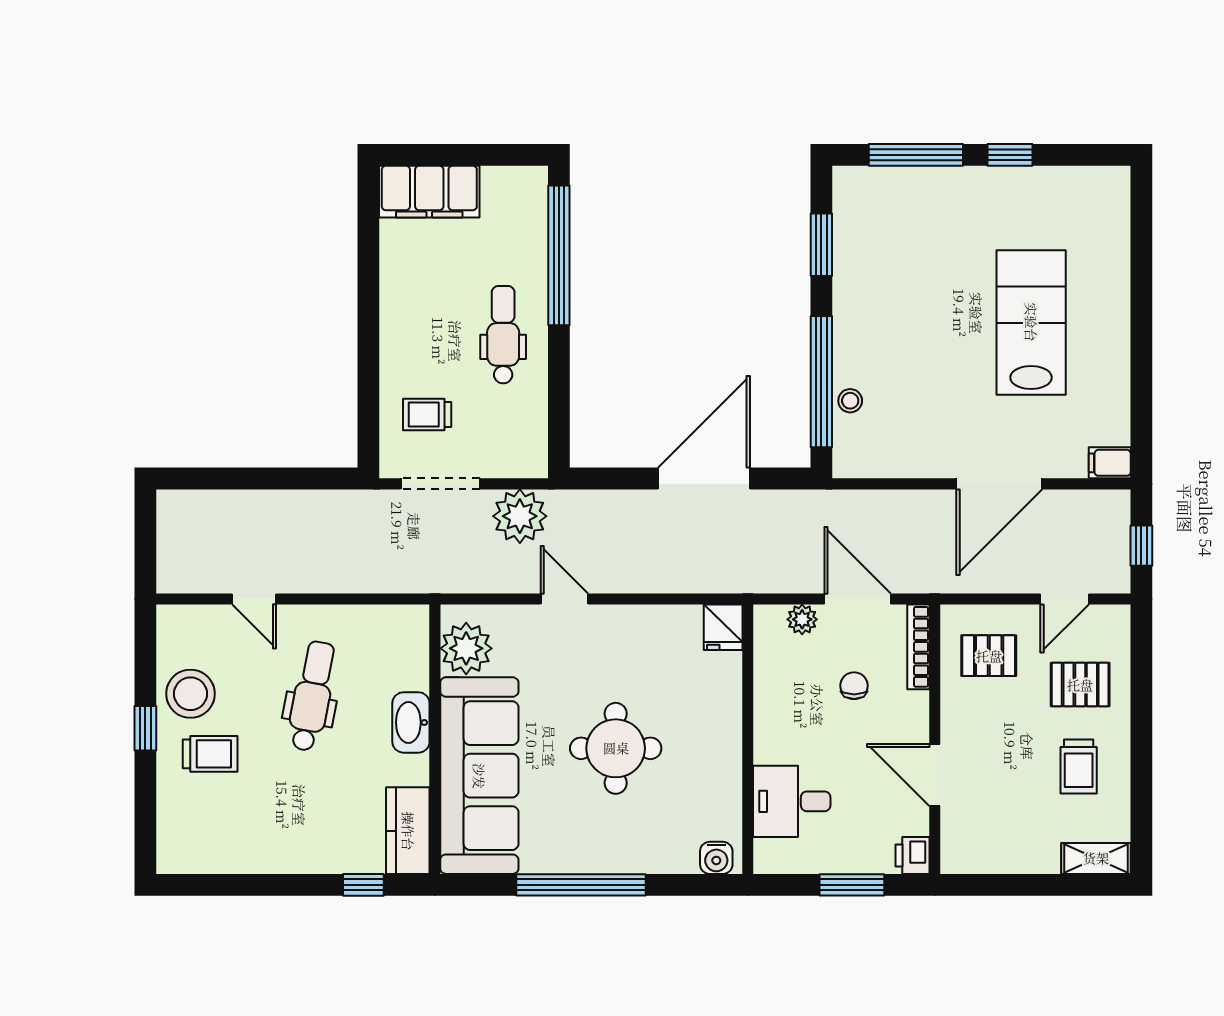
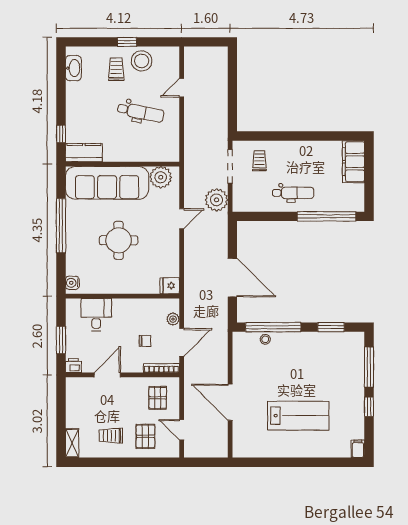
filing cabinet: (1110, 463) -> (358, 449), moved
window: (1141, 546) -> (204, 462), removed
washbasin: (411, 722) -> (73, 68), moved, turned 90
trolley: (210, 754) -> (116, 69), turned 180

